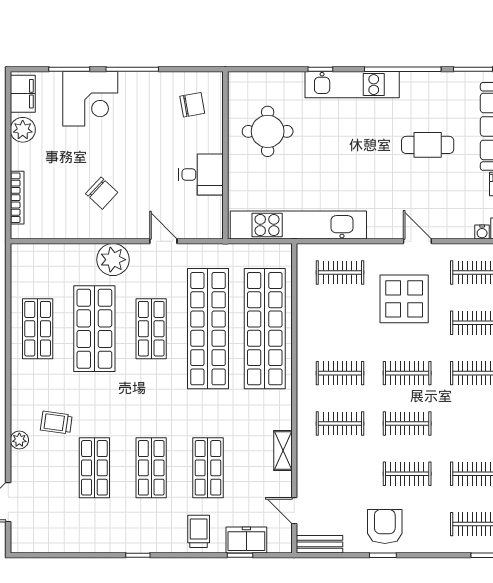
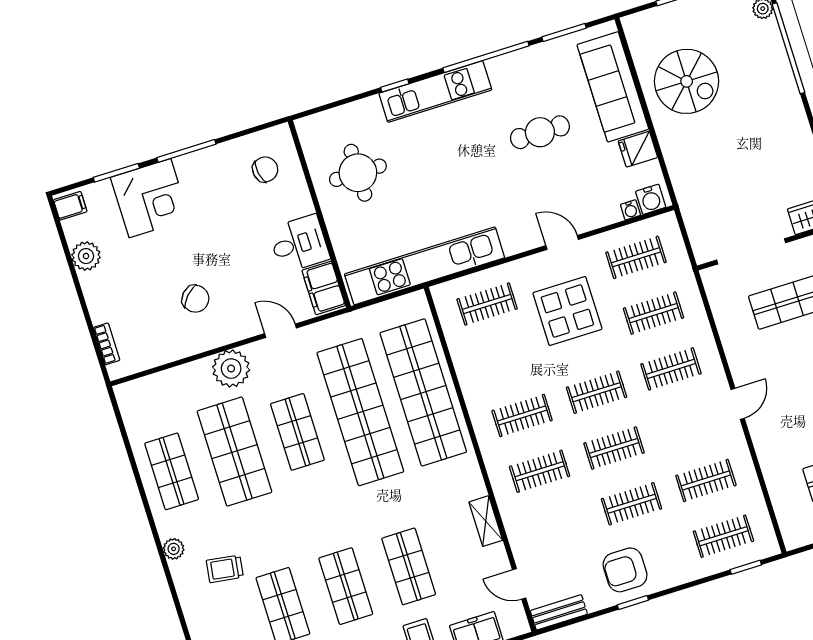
filing cabinet: (23, 94) -> (70, 206), width x0.50
bookcase: (17, 198) -> (107, 344), width x0.64
filing cabinet: (210, 217) -> (324, 288), added
plant: (19, 440) -> (174, 549), moved
armchair: (385, 526) -> (625, 570), turned -90

